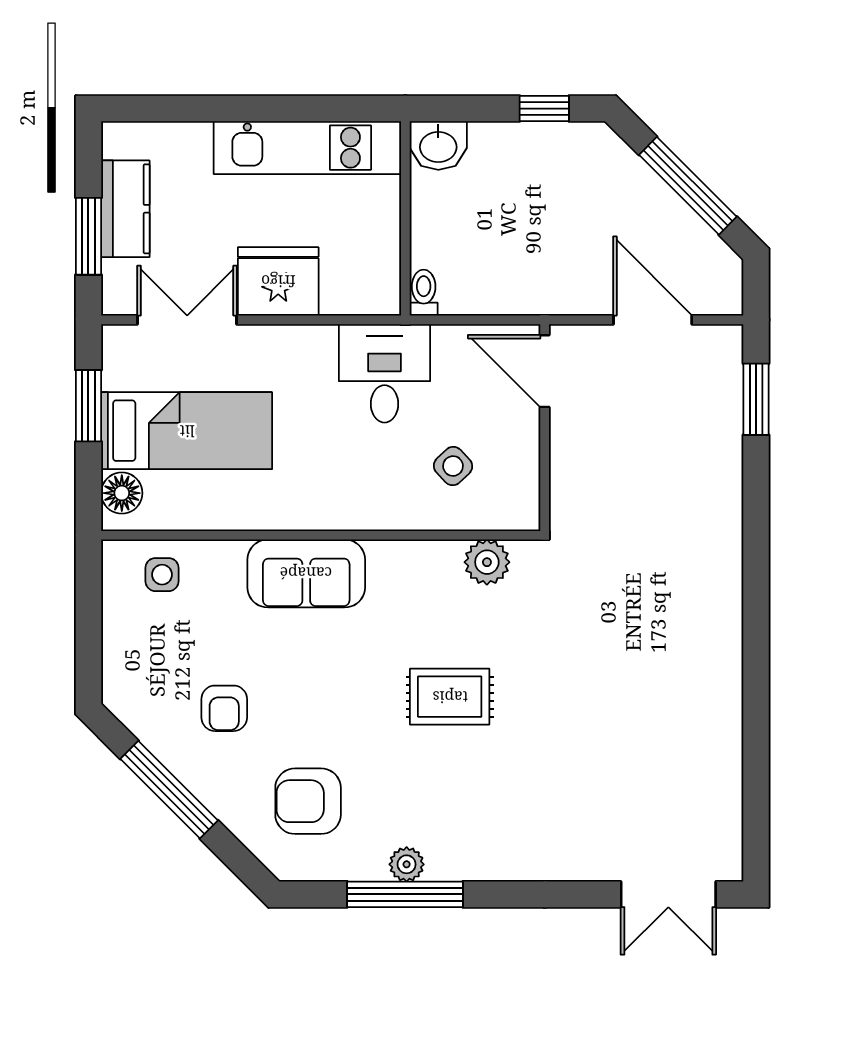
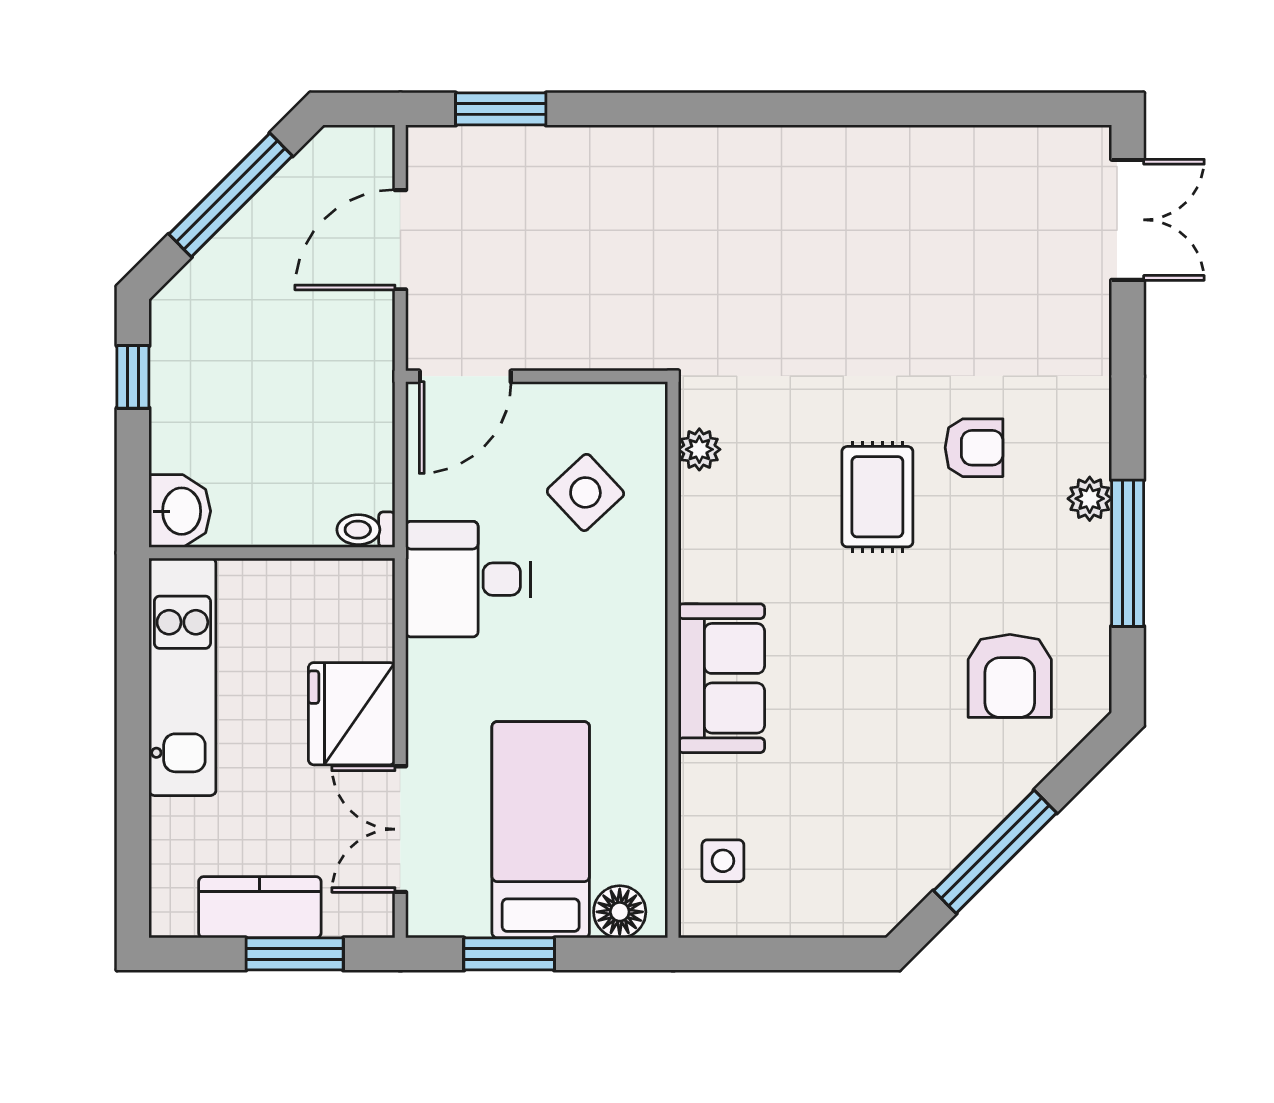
side table: (453, 466) -> (585, 492), width x1.37, depth x1.37
plant: (487, 562) -> (699, 449), width x0.73, depth x0.73
armchair: (224, 708) -> (974, 448), moved
plant: (407, 864) -> (1090, 499), moved

